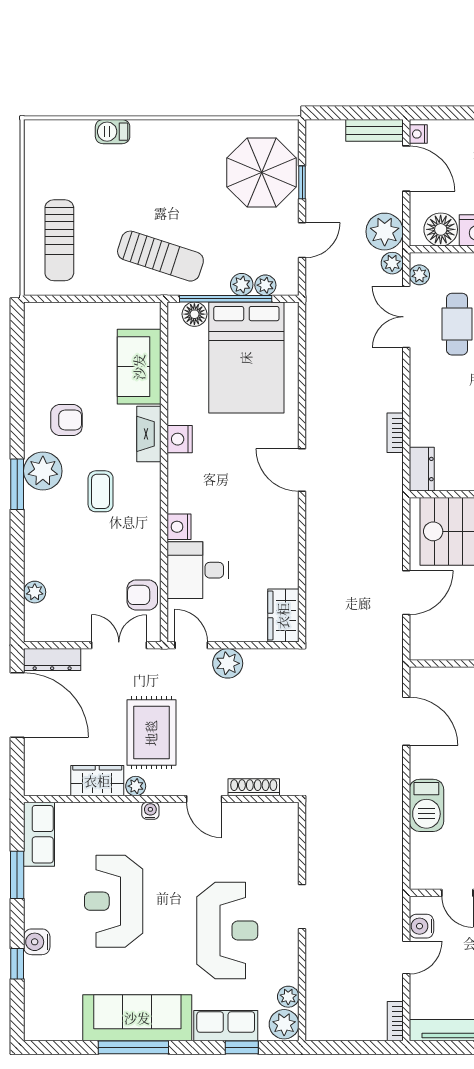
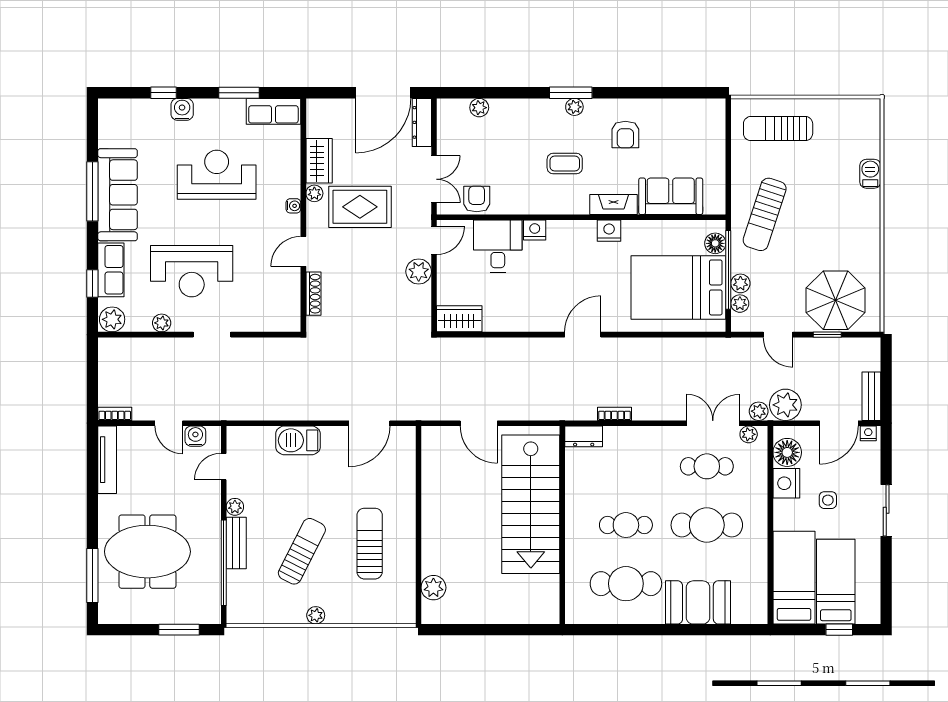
plant: (43, 471) -> (574, 107), width x0.53, depth x0.53
plant: (288, 997) -> (162, 323), moved

